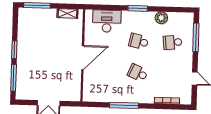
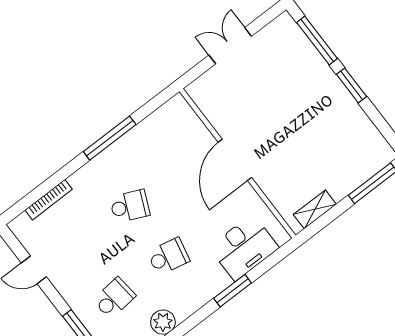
window: (138, 8) -> (233, 291), moved

